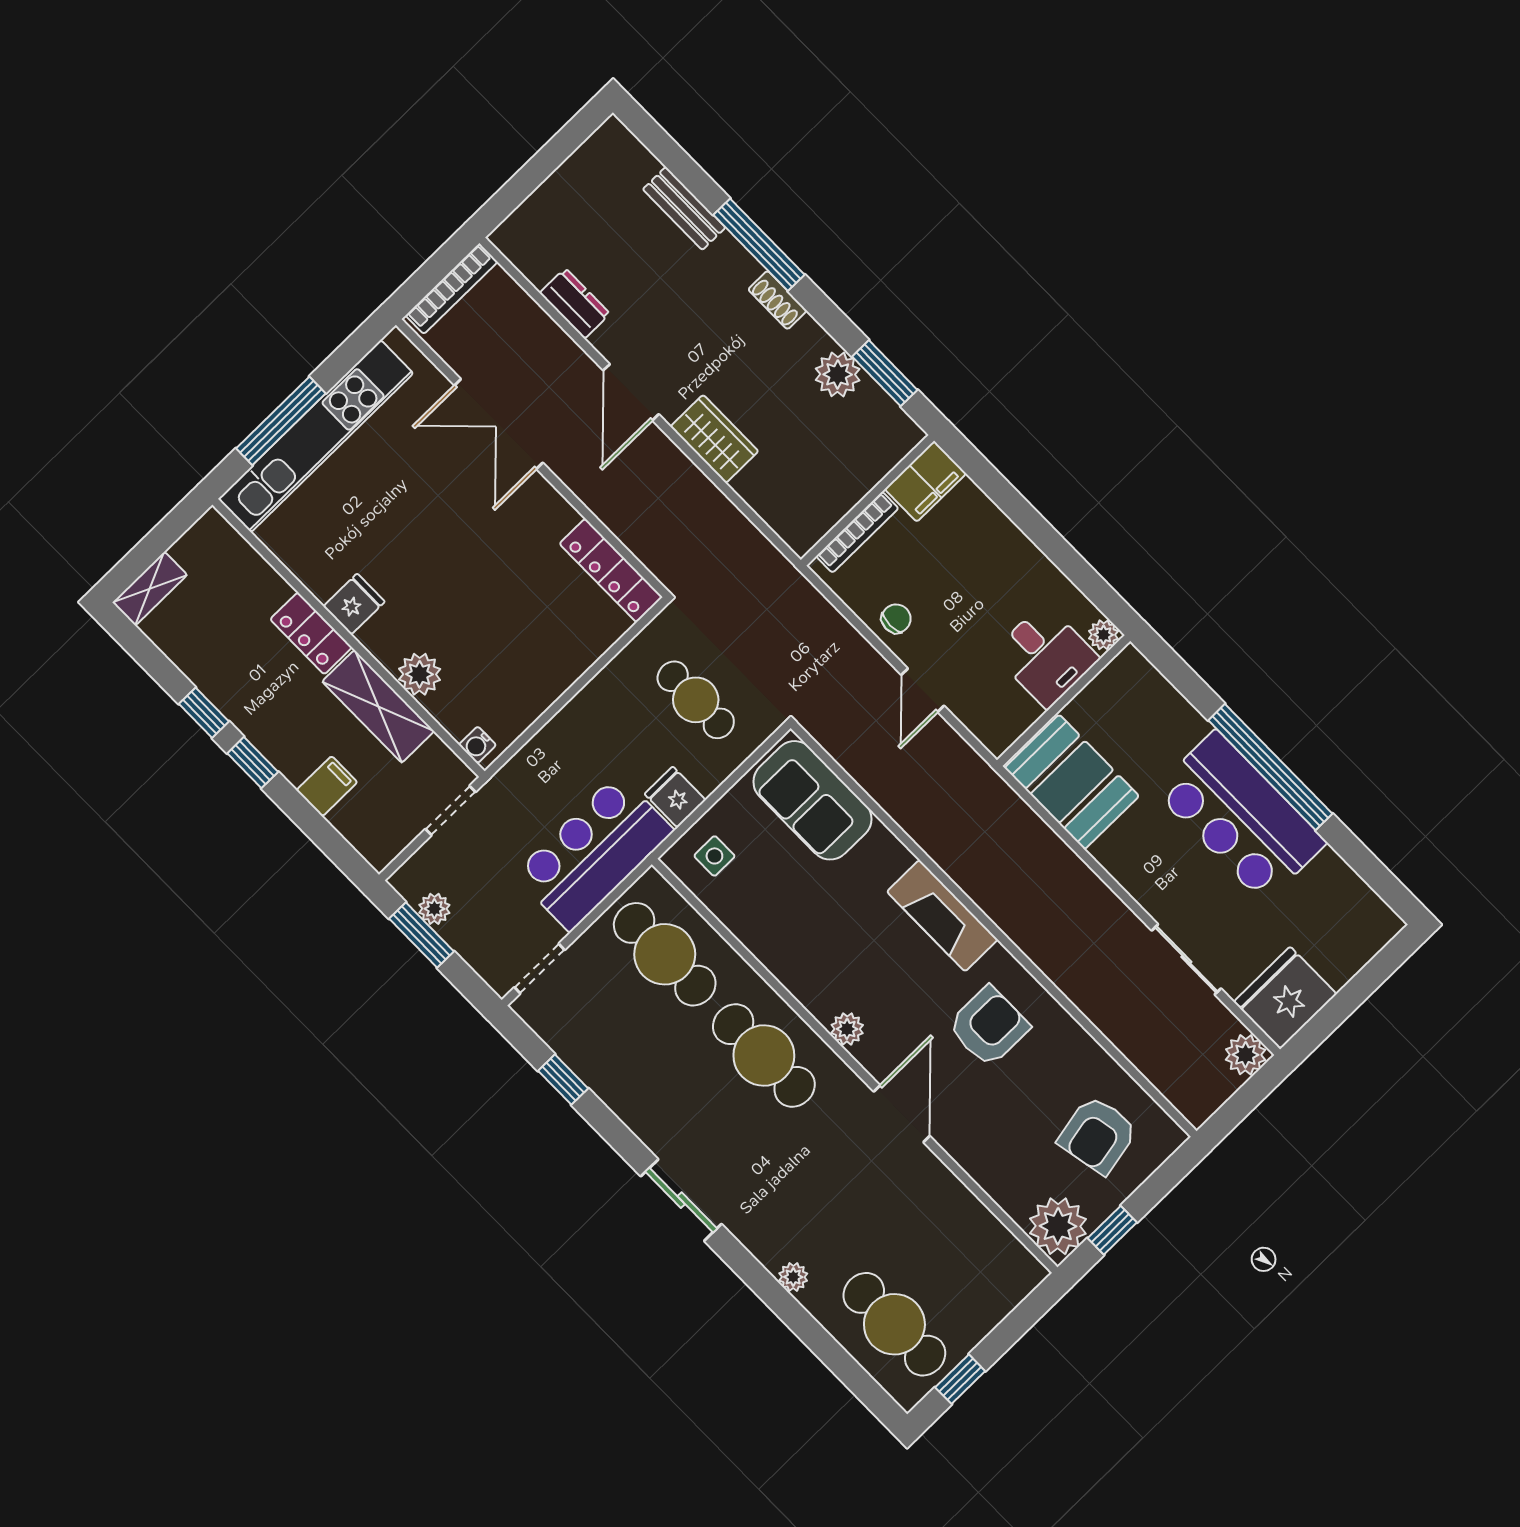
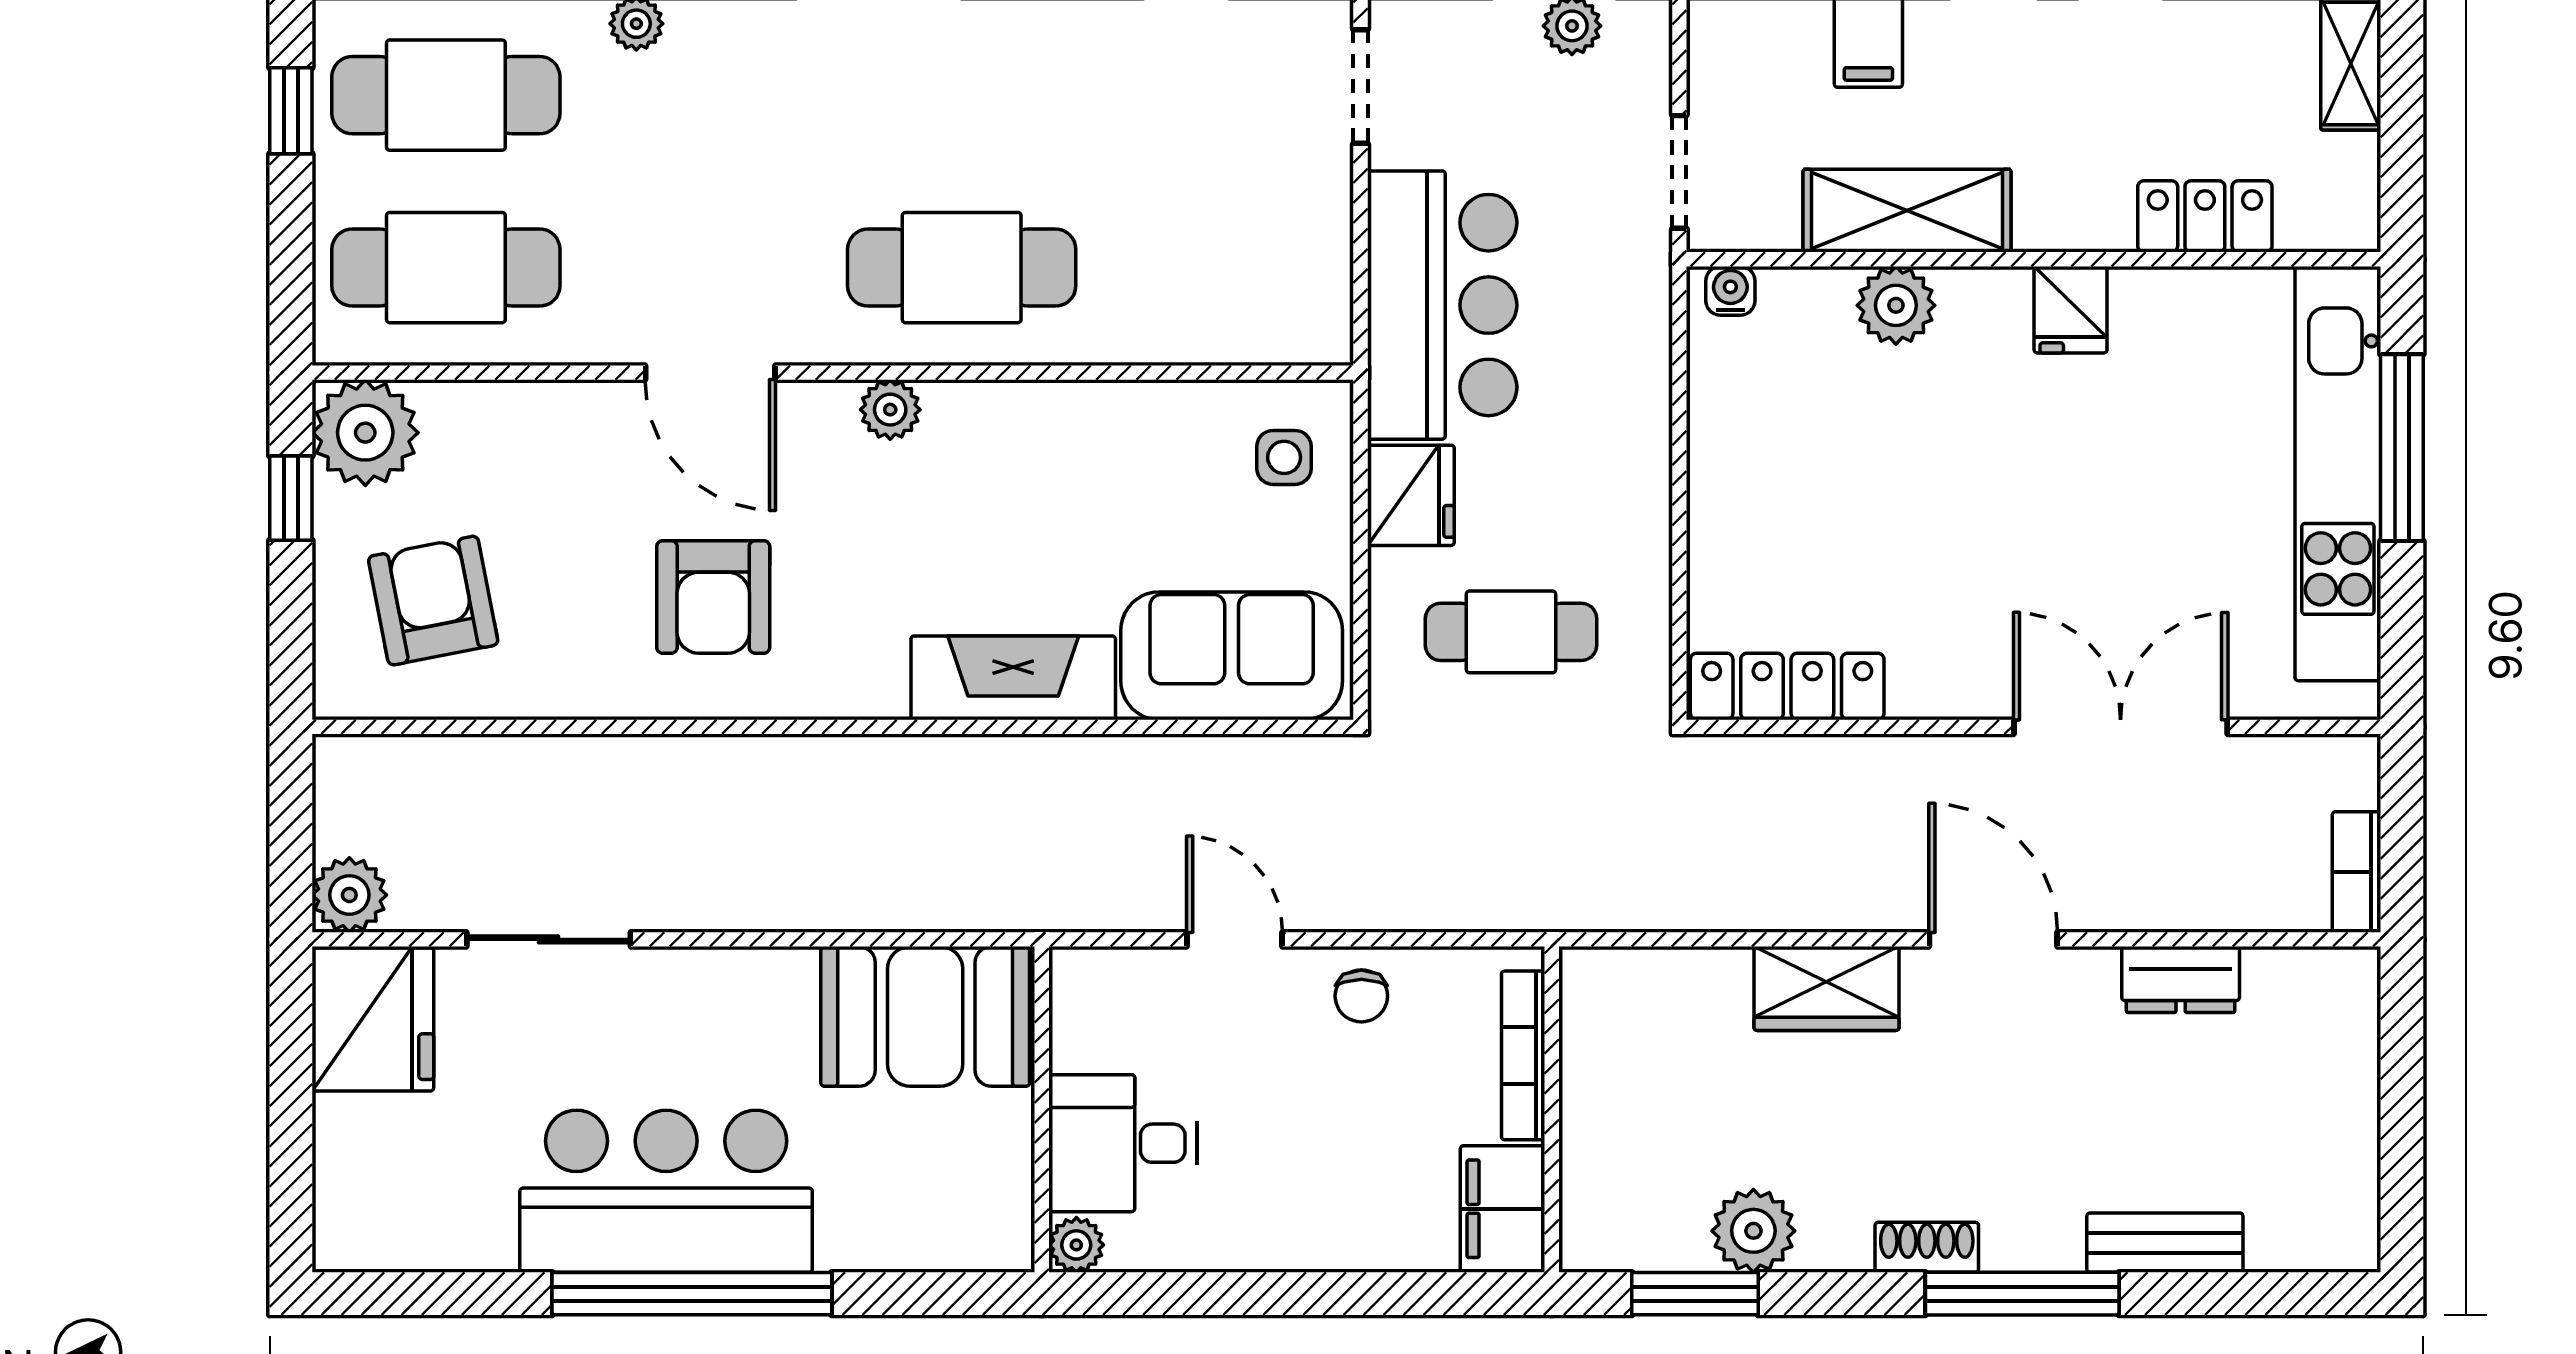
bookcase: (452, 289) -> (2357, 872), width x0.64
locker: (311, 633) -> (2205, 216), moved
fridge: (675, 797) -> (1411, 495), width x1.38
fireplace: (942, 916) -> (1013, 678), moved
cafe table: (665, 954) -> (446, 268), moved

